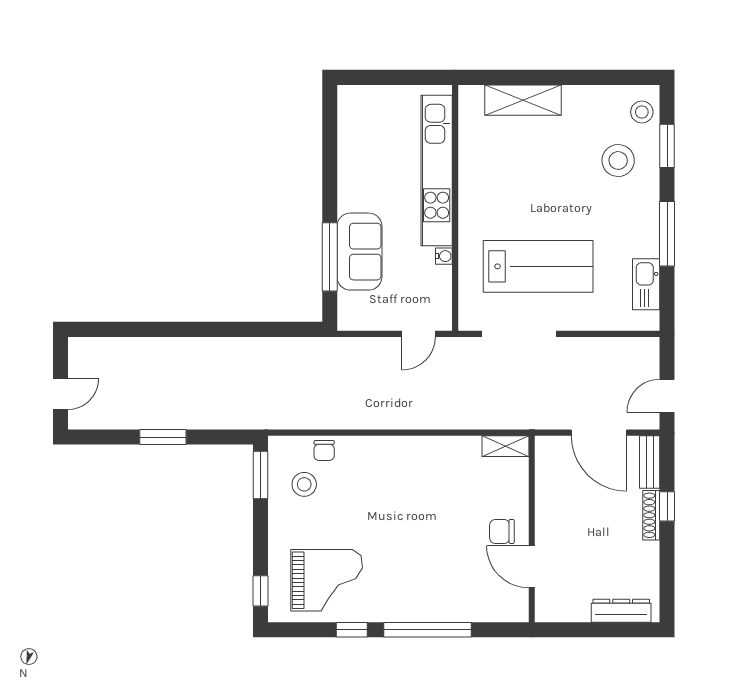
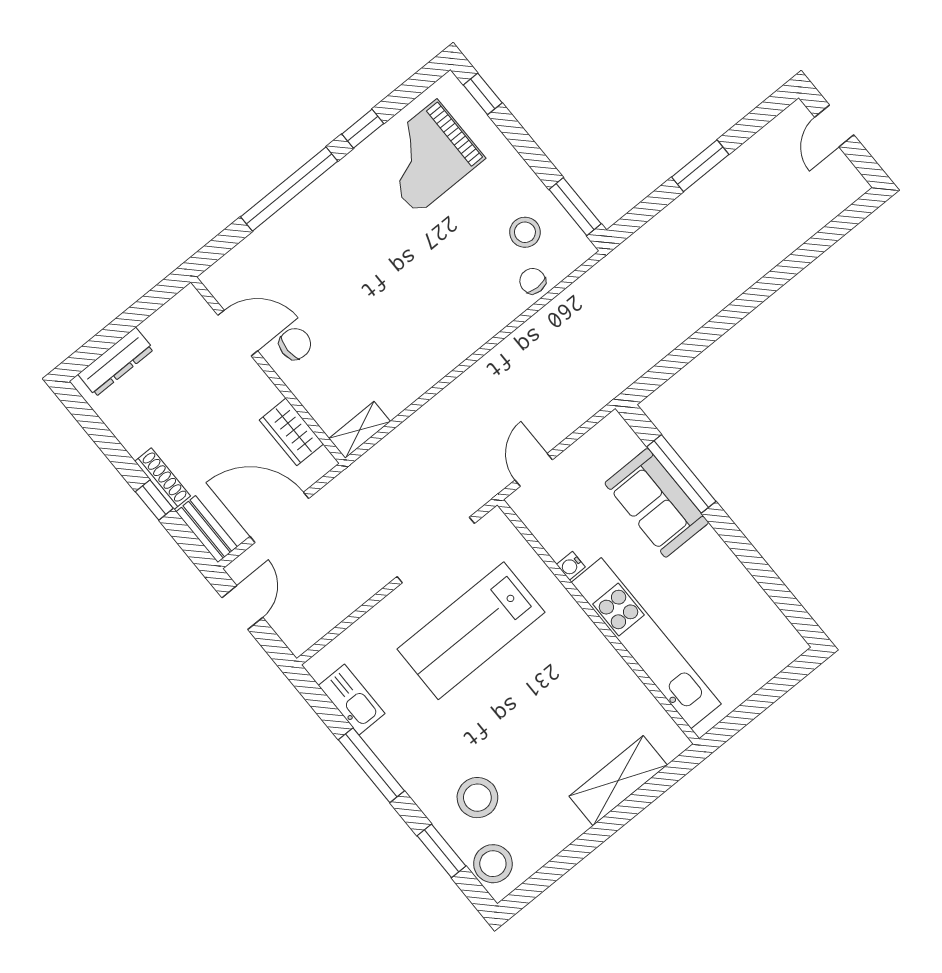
stool: (642, 112) -> (493, 864), width x1.38, depth x1.38
wardrobe: (548, 479) -> (291, 432), added

